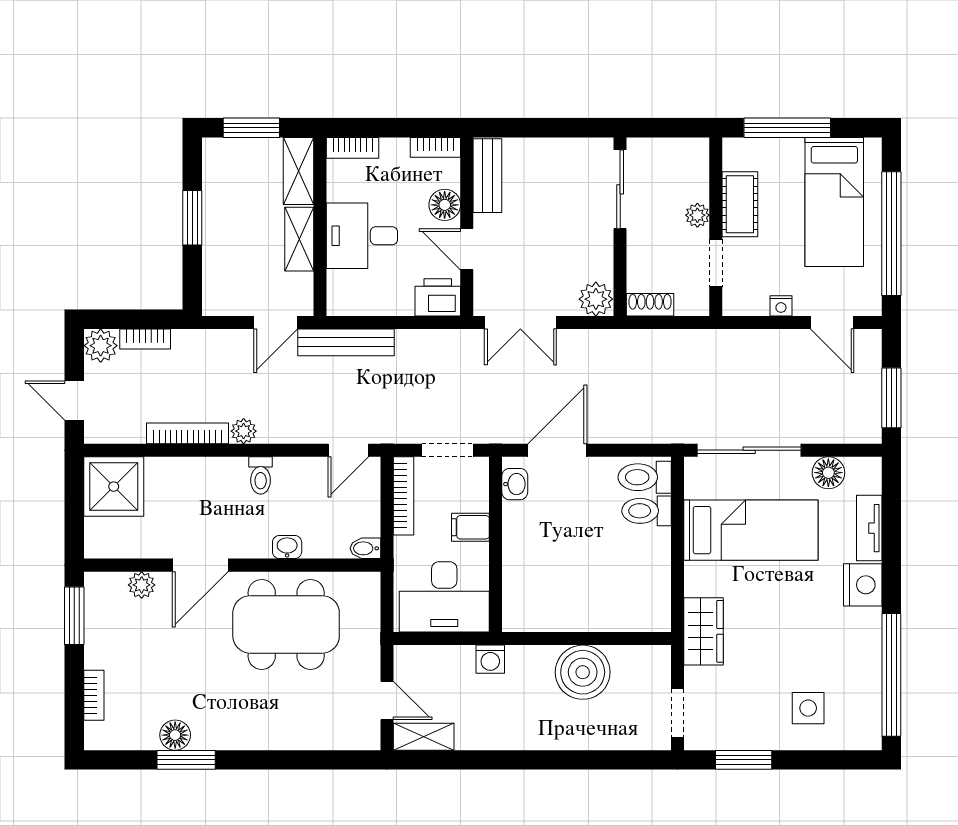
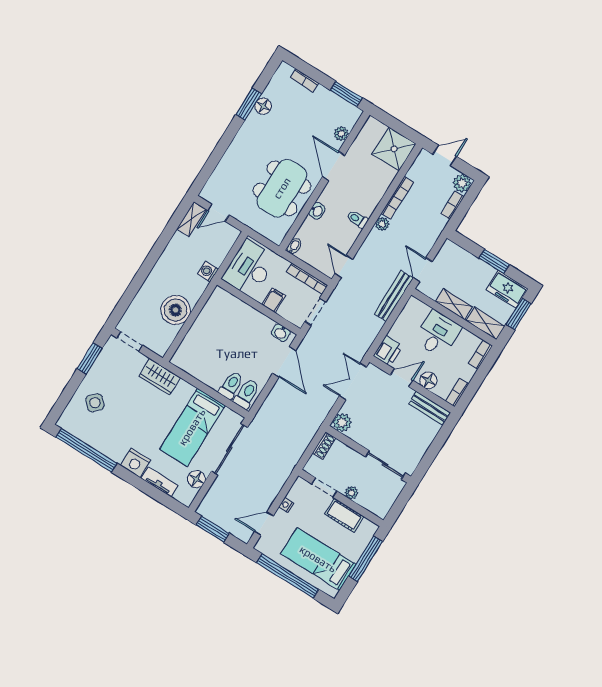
freezer: (223, 170) -> (507, 289), added
side table: (808, 708) -> (95, 403), turned 45

